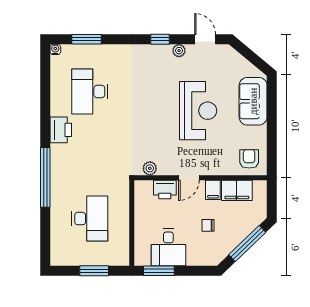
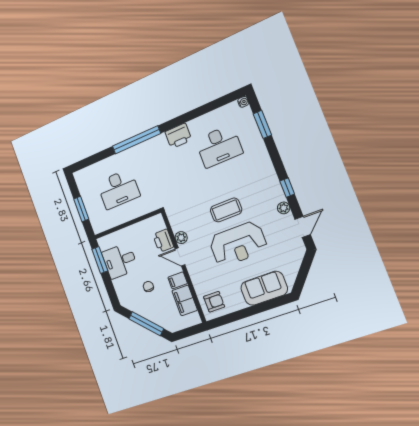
desk: (90, 92) -> (219, 146), turned 180
coffee table: (158, 109) -> (226, 210), added
plant: (150, 168) -> (181, 238), moved

